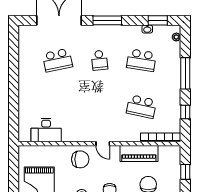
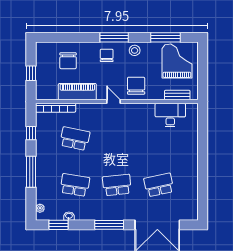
school desk: (99, 60) -> (117, 185), width x1.85
bench: (39, 150) -> (177, 95), added
chair: (80, 159) -> (136, 86), turned 90

